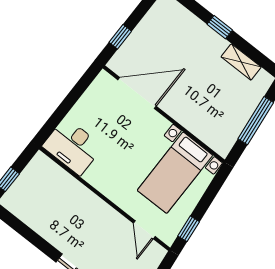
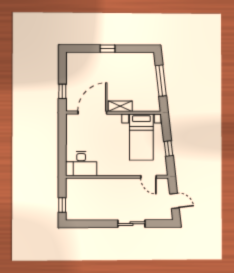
shelving: (241, 62) -> (120, 106), moved
window: (189, 229) -> (168, 149), moved

